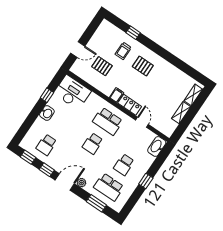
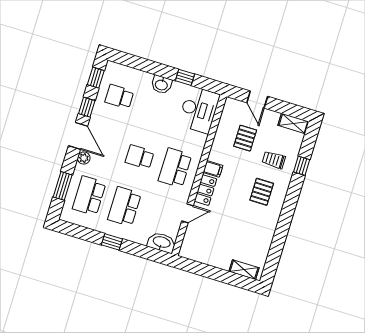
shelving: (181, 113) -> (293, 123), moved
school desk: (124, 165) -> (125, 207), width x1.85

